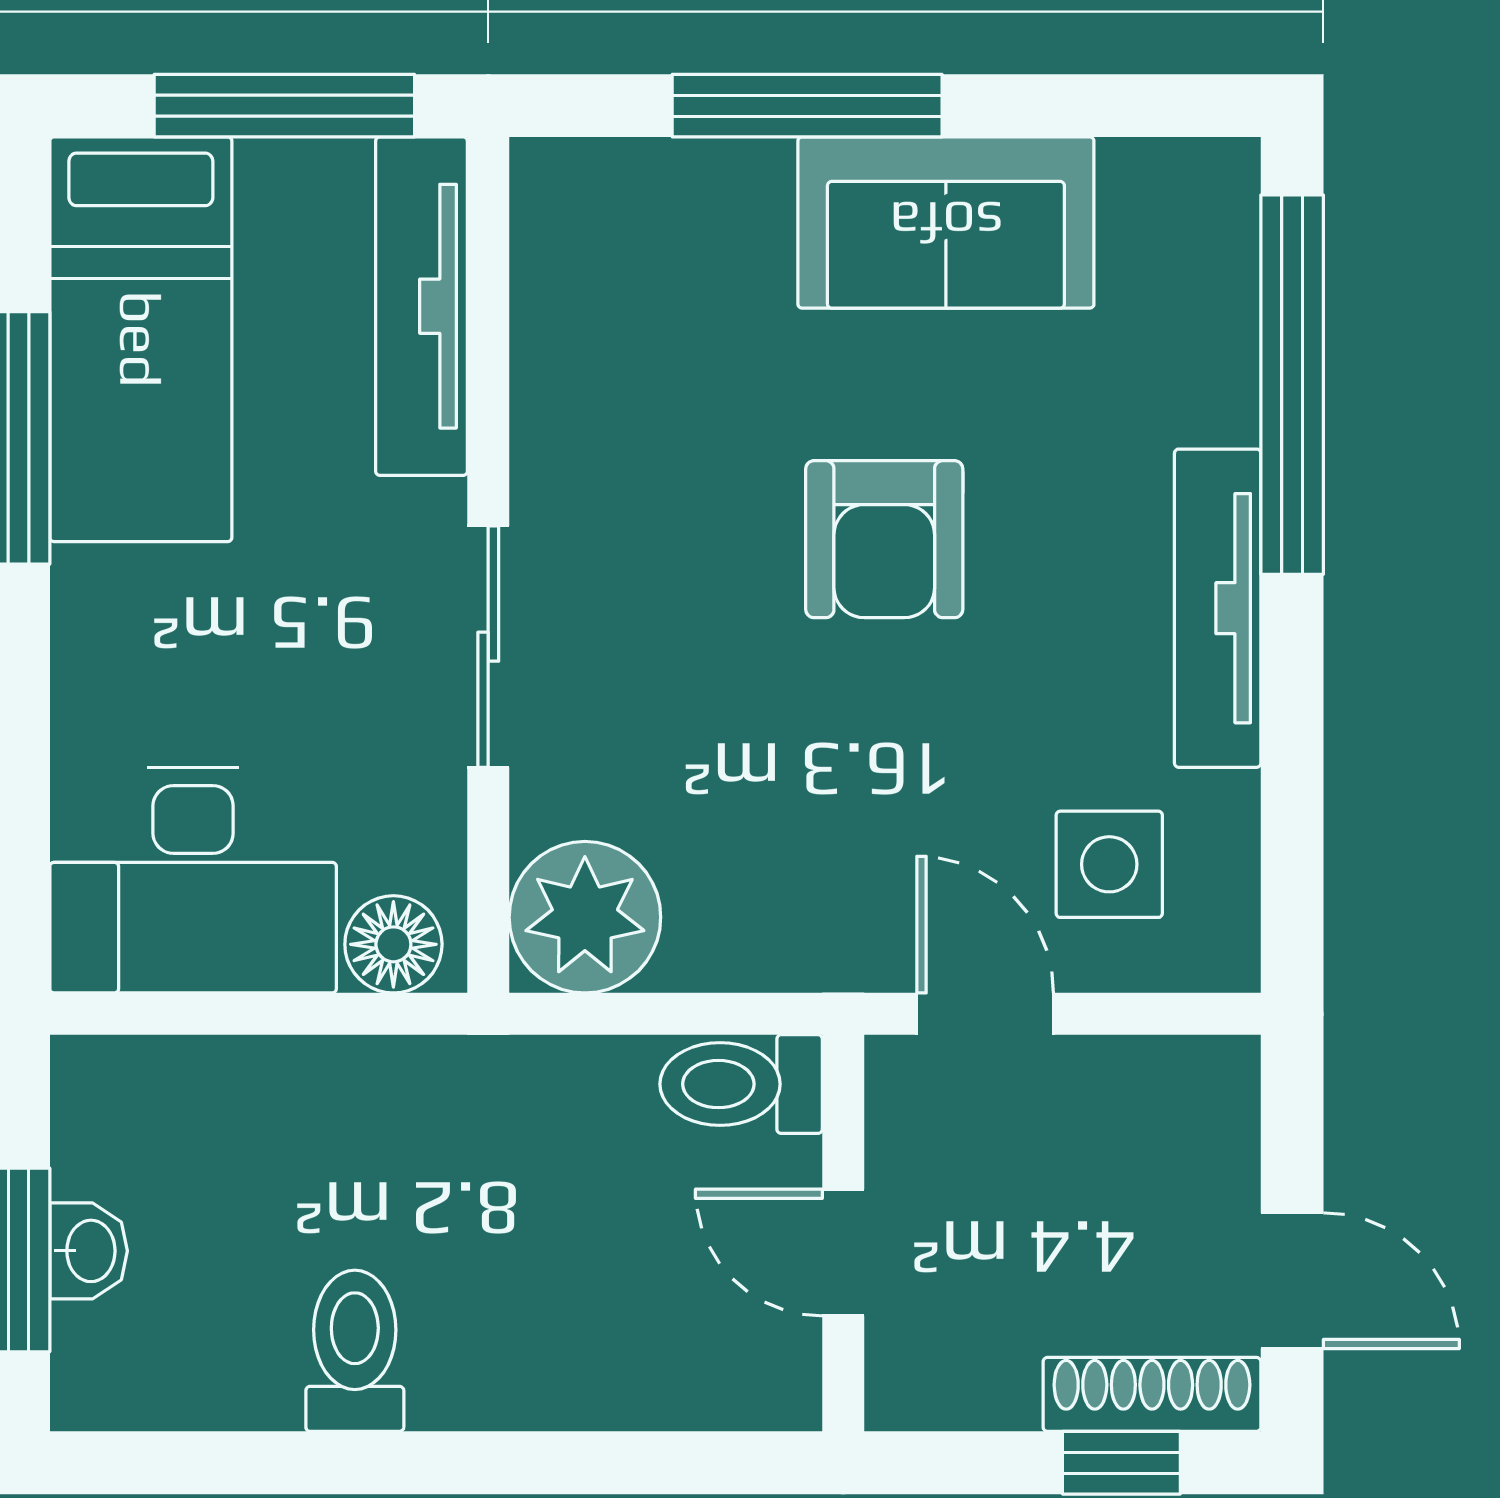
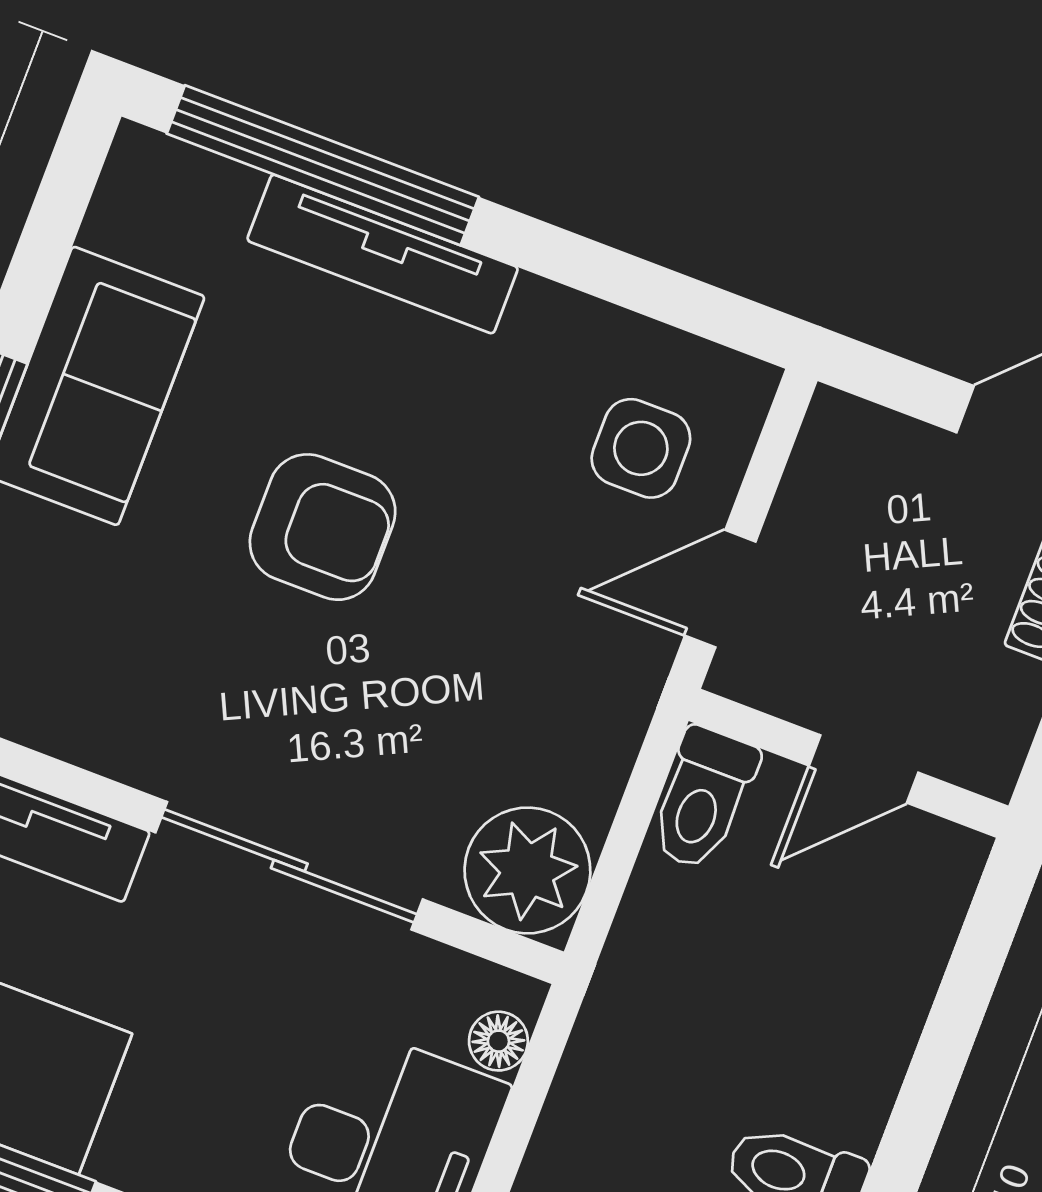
tv unit: (1218, 608) -> (383, 254), moved
sliding door: (488, 647) -> (289, 866), width x1.37
floor lamp: (393, 944) -> (498, 1041), width x0.73, depth x0.73

